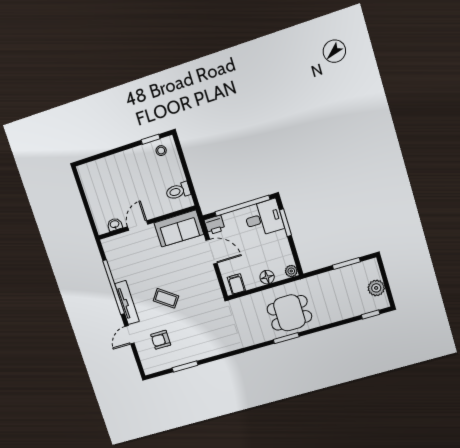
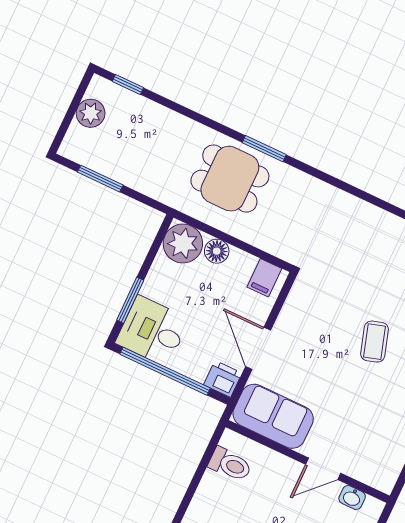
plant: (291, 271) -> (183, 243), width x1.88, depth x1.88
coffee table: (166, 298) -> (375, 342), turned 37

